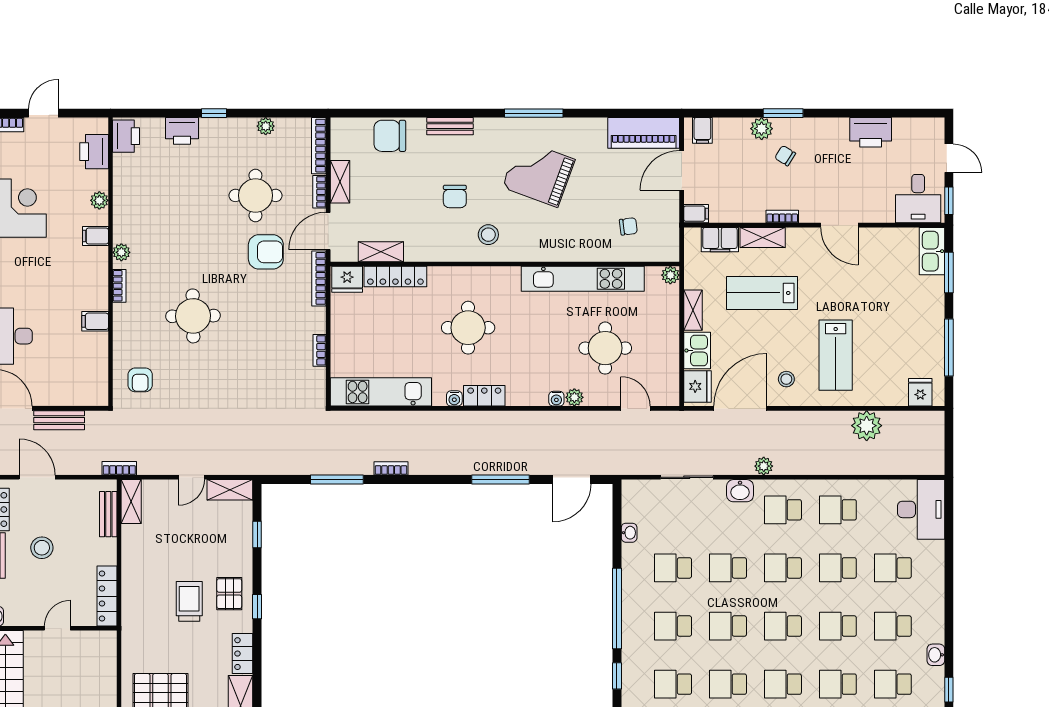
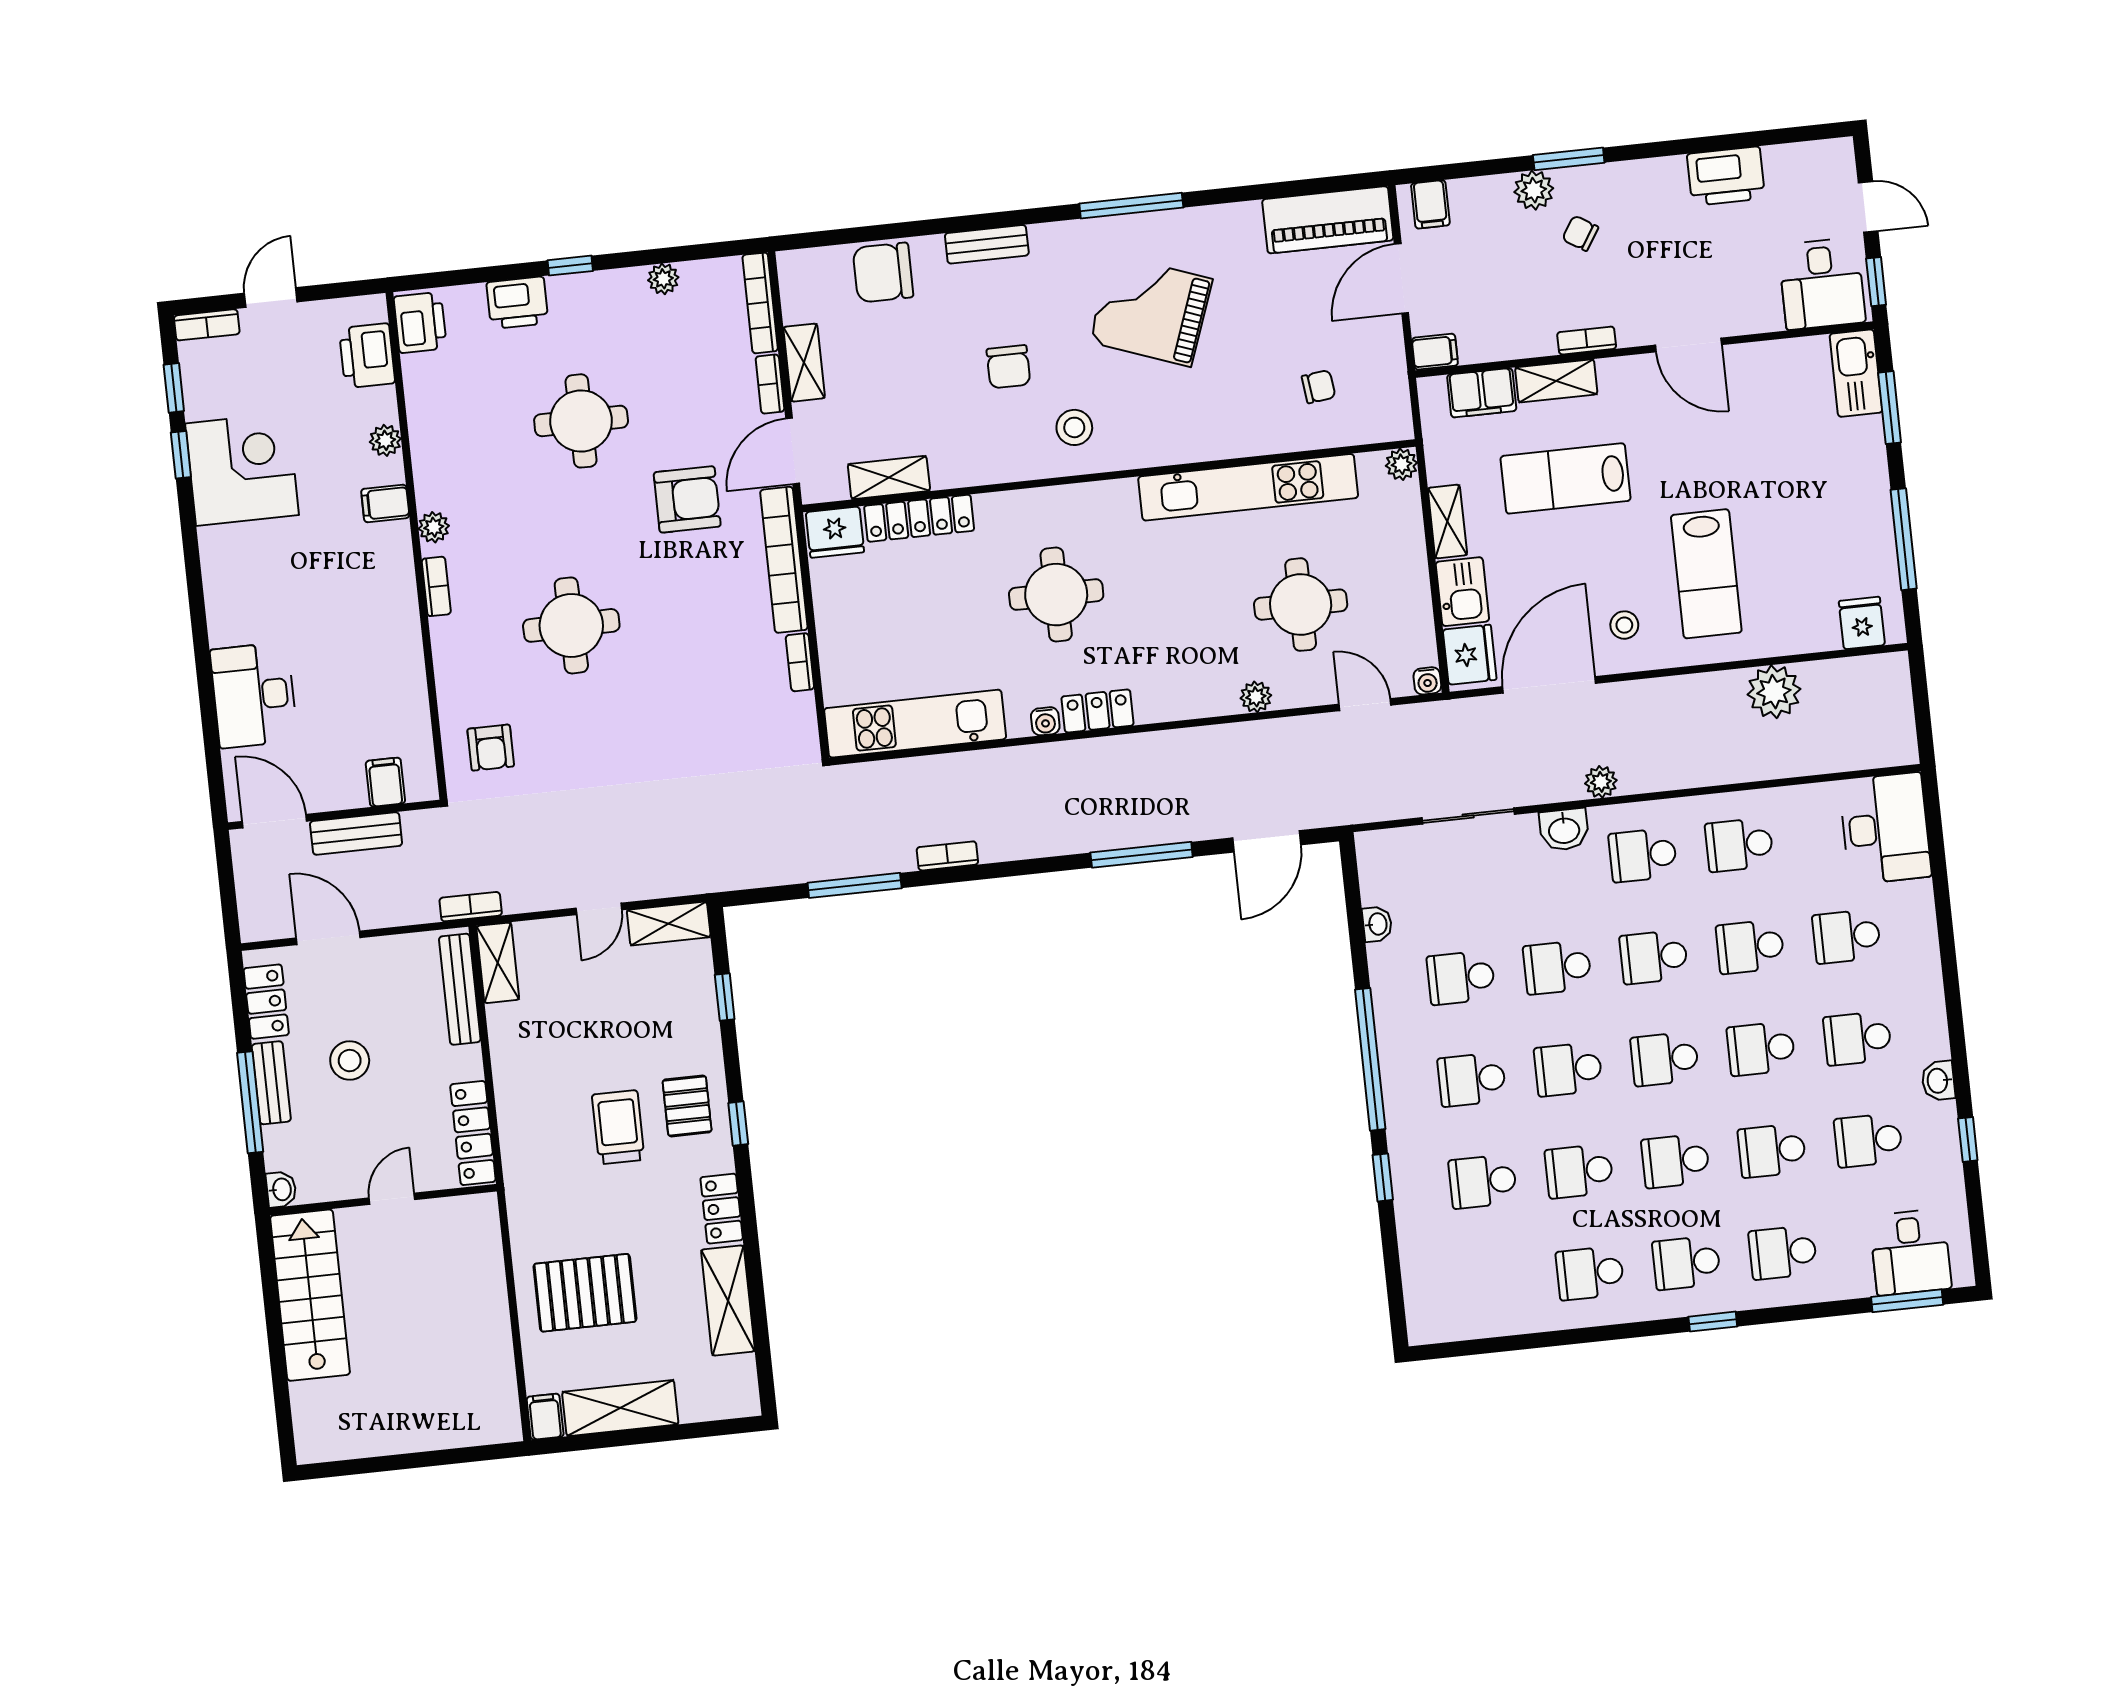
round table: (255, 195) -> (581, 421), moved
bookcase: (319, 278) -> (784, 560), width x1.48, depth x1.31
filing cabinet: (95, 321) -> (385, 782), moved, turned 90
water cooler: (556, 399) -> (1427, 681), moved
bench: (108, 514) -> (460, 989), width x1.36

